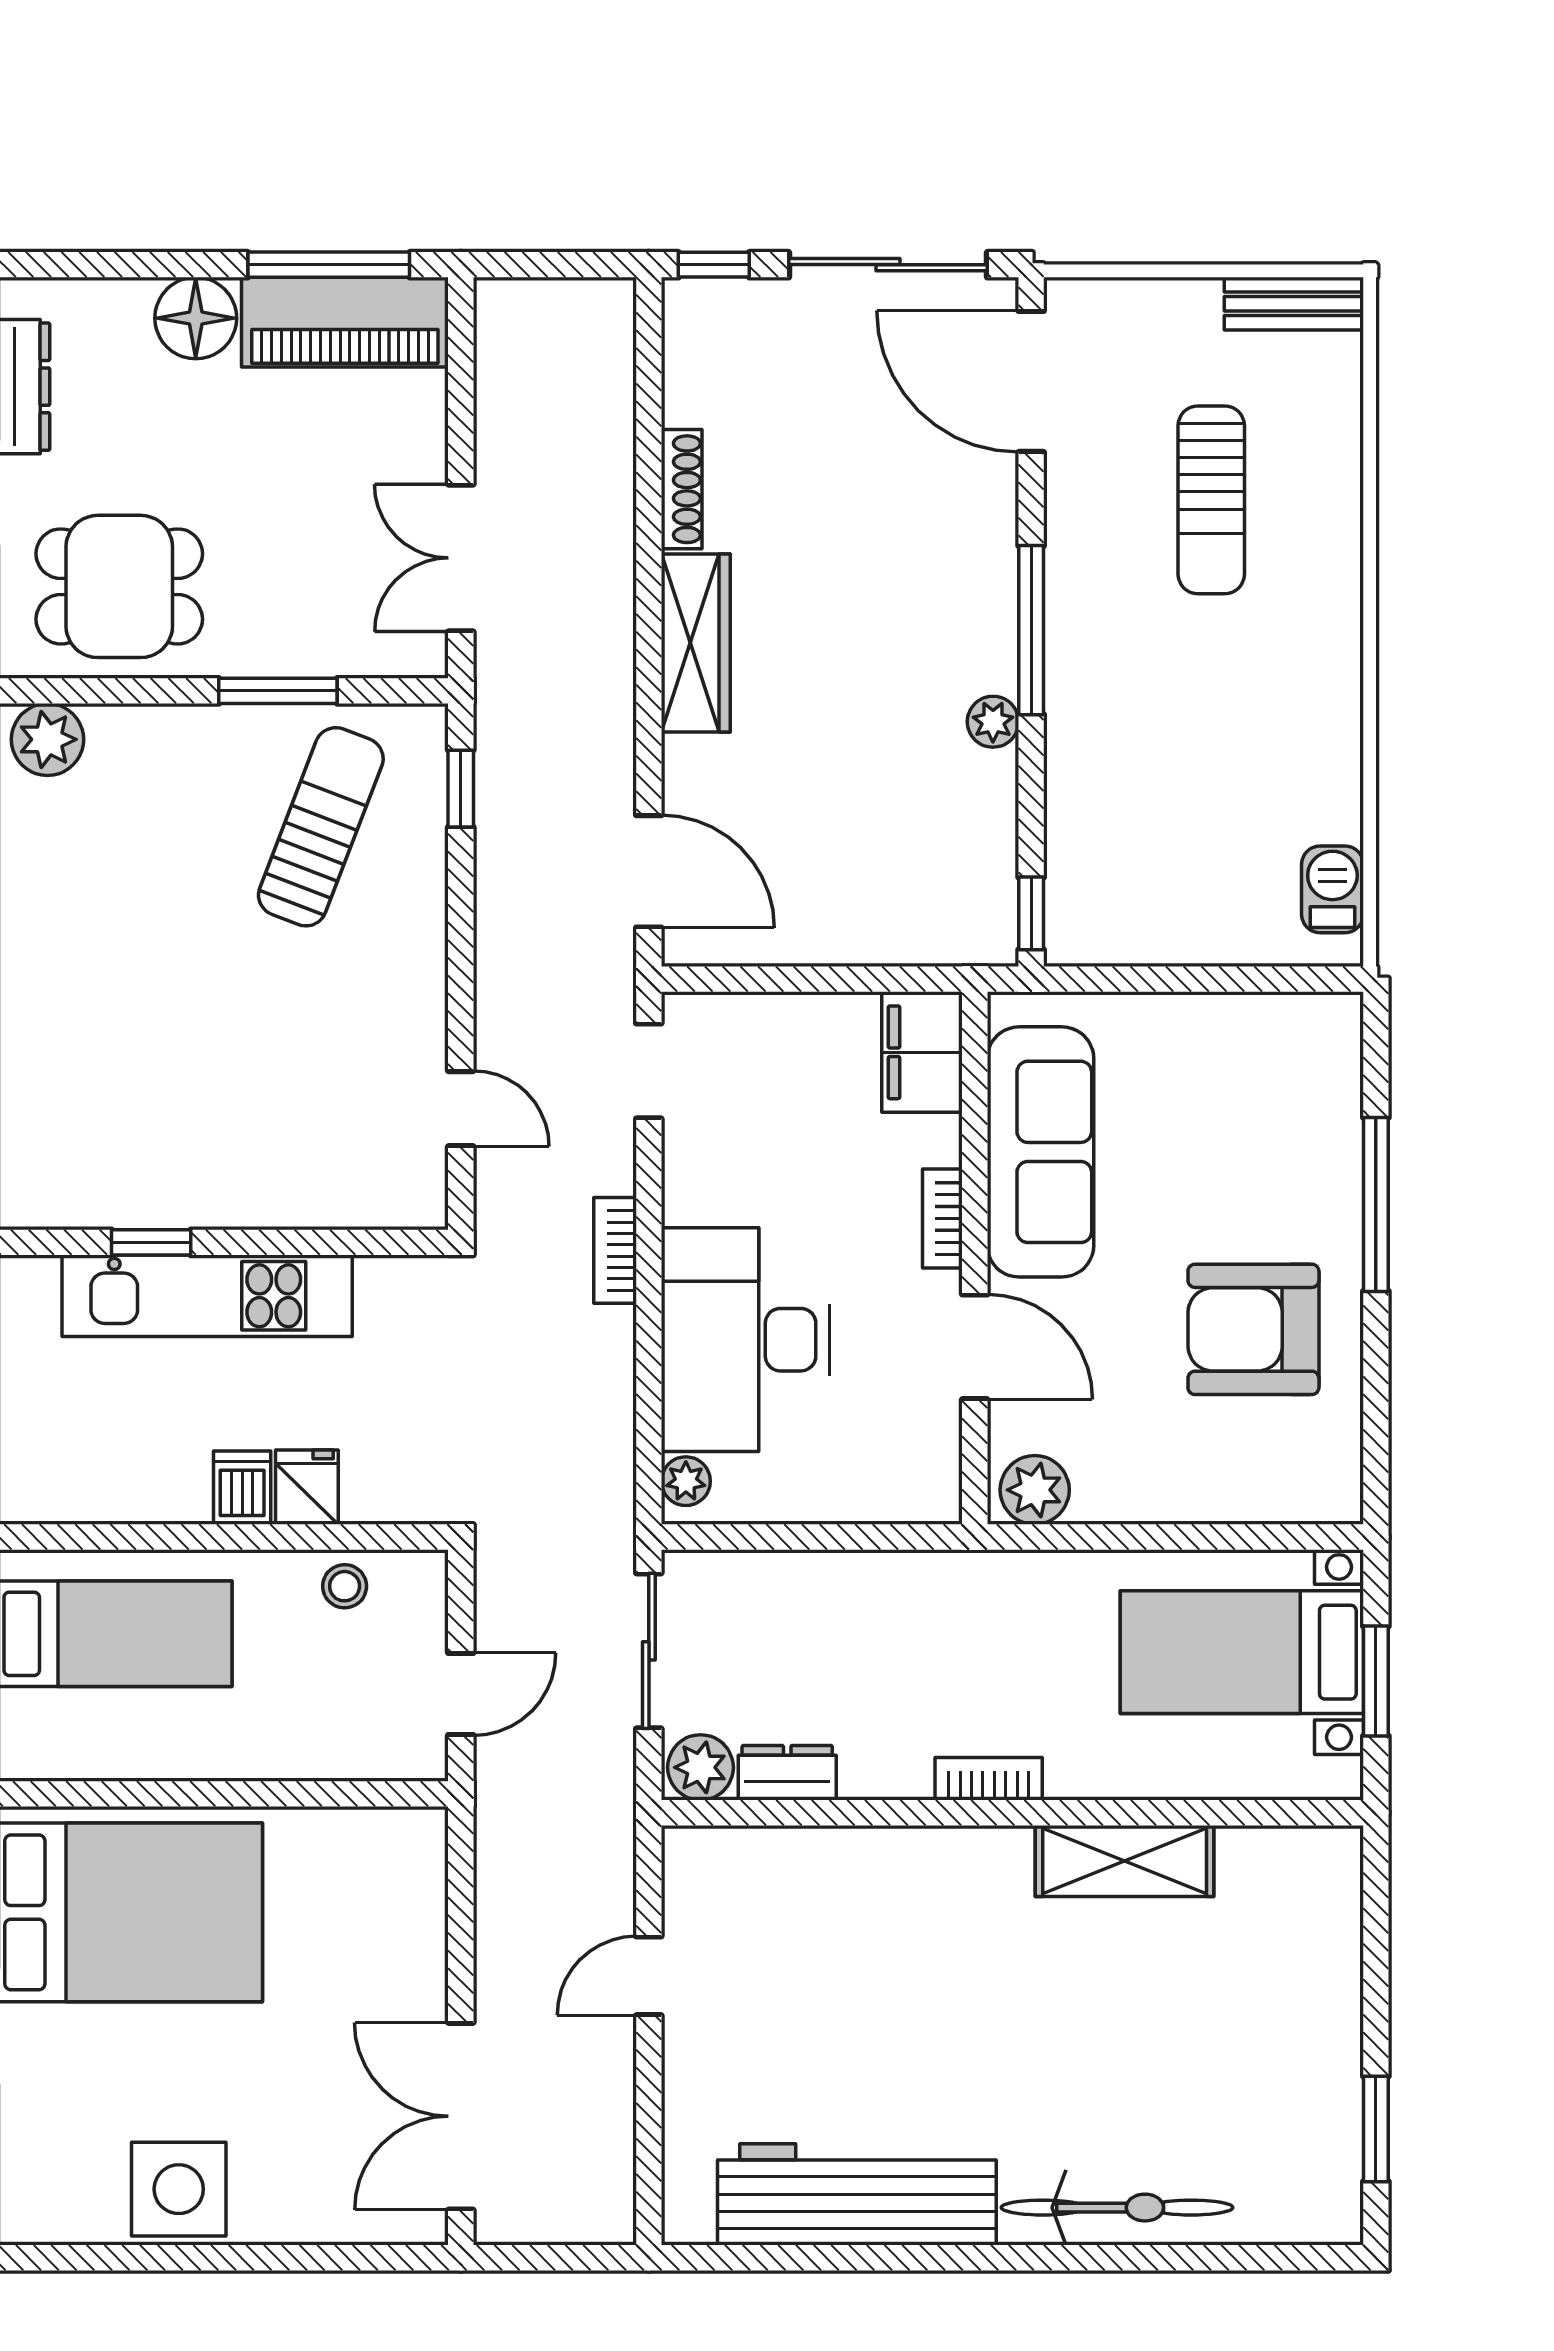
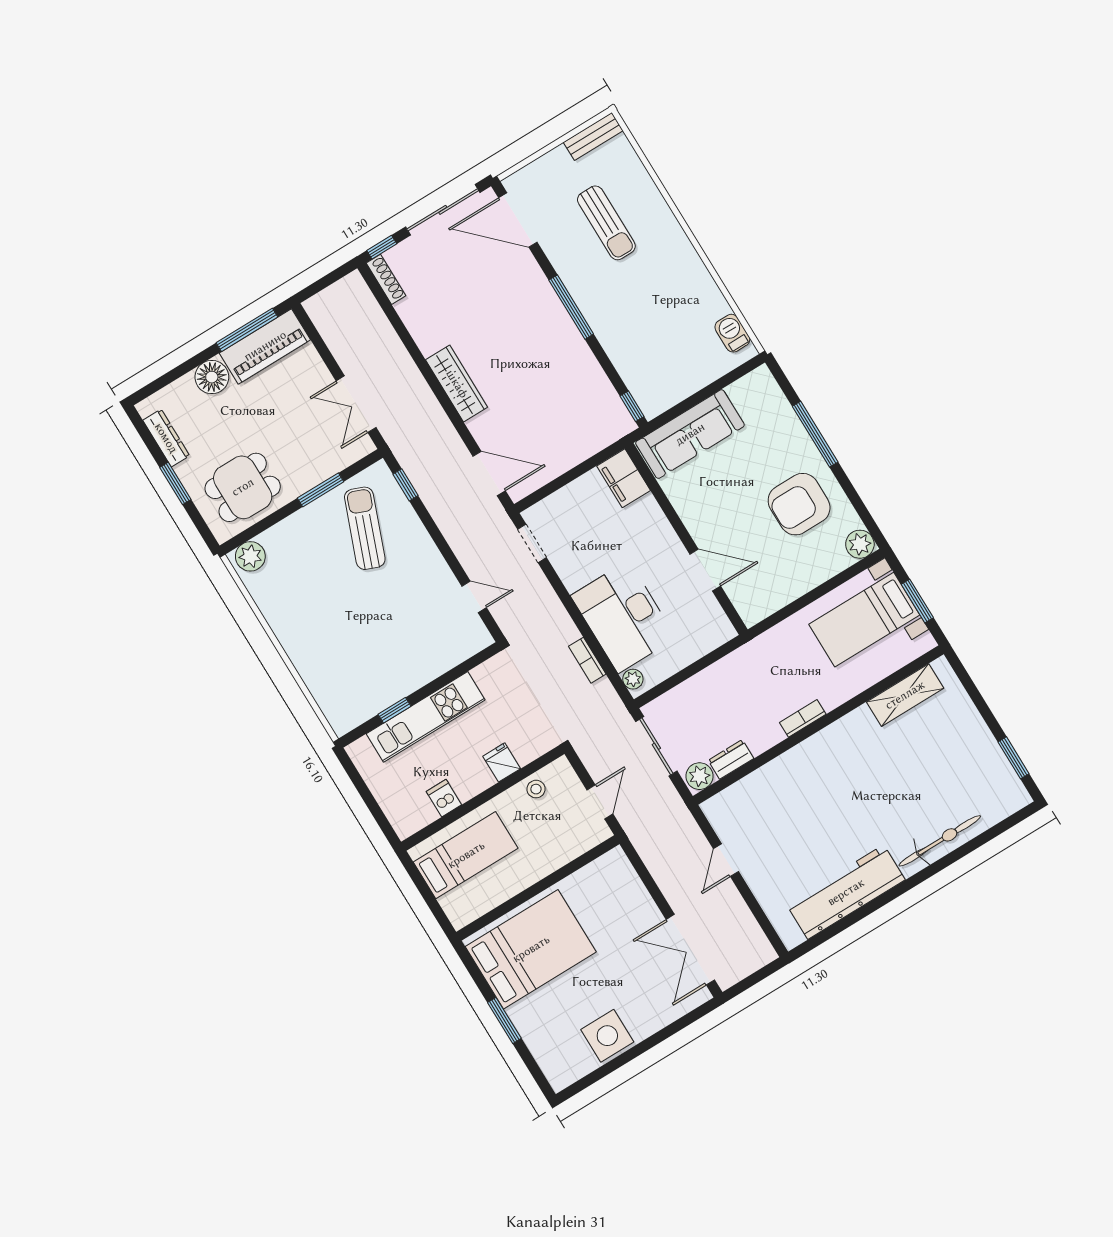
shoe rack: (682, 489) -> (386, 279), moved
plant: (993, 722) -> (578, 347), removed
sofa: (1040, 1152) -> (690, 434), moved, turned 90
bookcase: (942, 1219) -> (666, 532), removed
bookcase: (615, 1250) -> (587, 660), moved
dishwasher: (242, 1488) -> (444, 798), moved
plant: (1035, 1490) -> (860, 544), moved
shelving: (1125, 1861) -> (905, 695), moved

